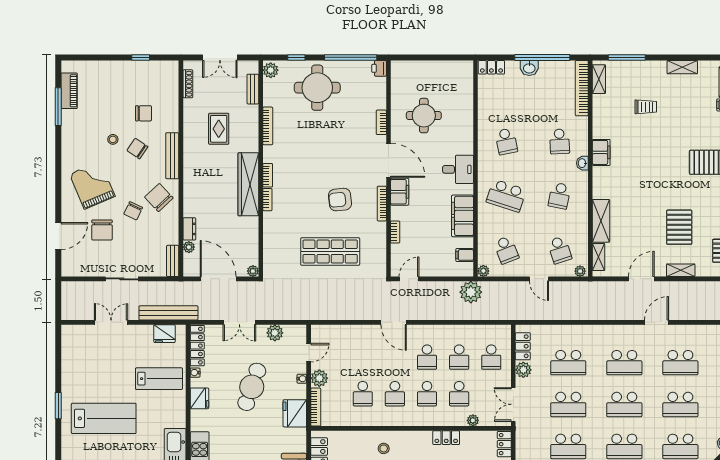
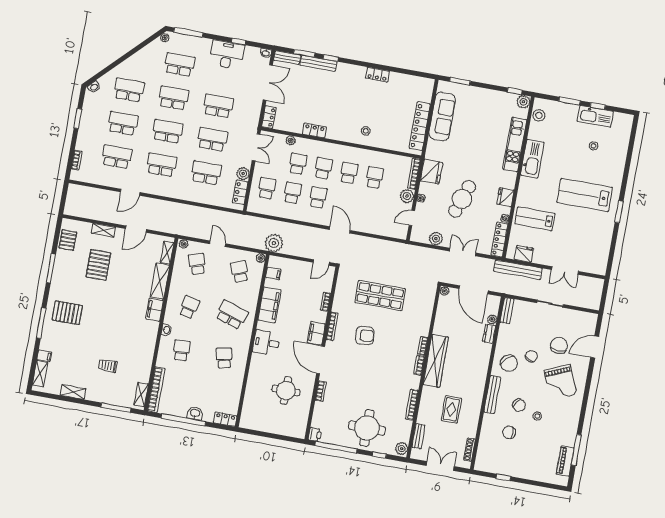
filing cabinet: (601, 152) -> (155, 310), moved

